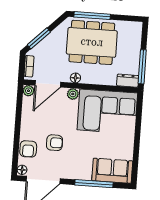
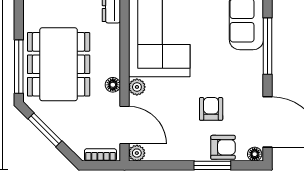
window: (39, 38) -> (45, 130), moved
window: (17, 141) -> (212, 165), added

